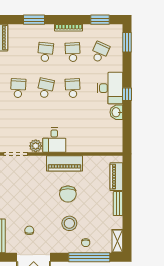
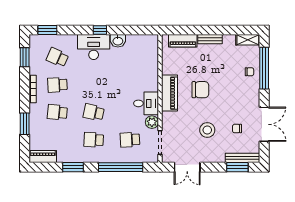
school desk: (73, 88) -> (130, 140), moved
stool: (69, 223) -> (207, 130), moved

